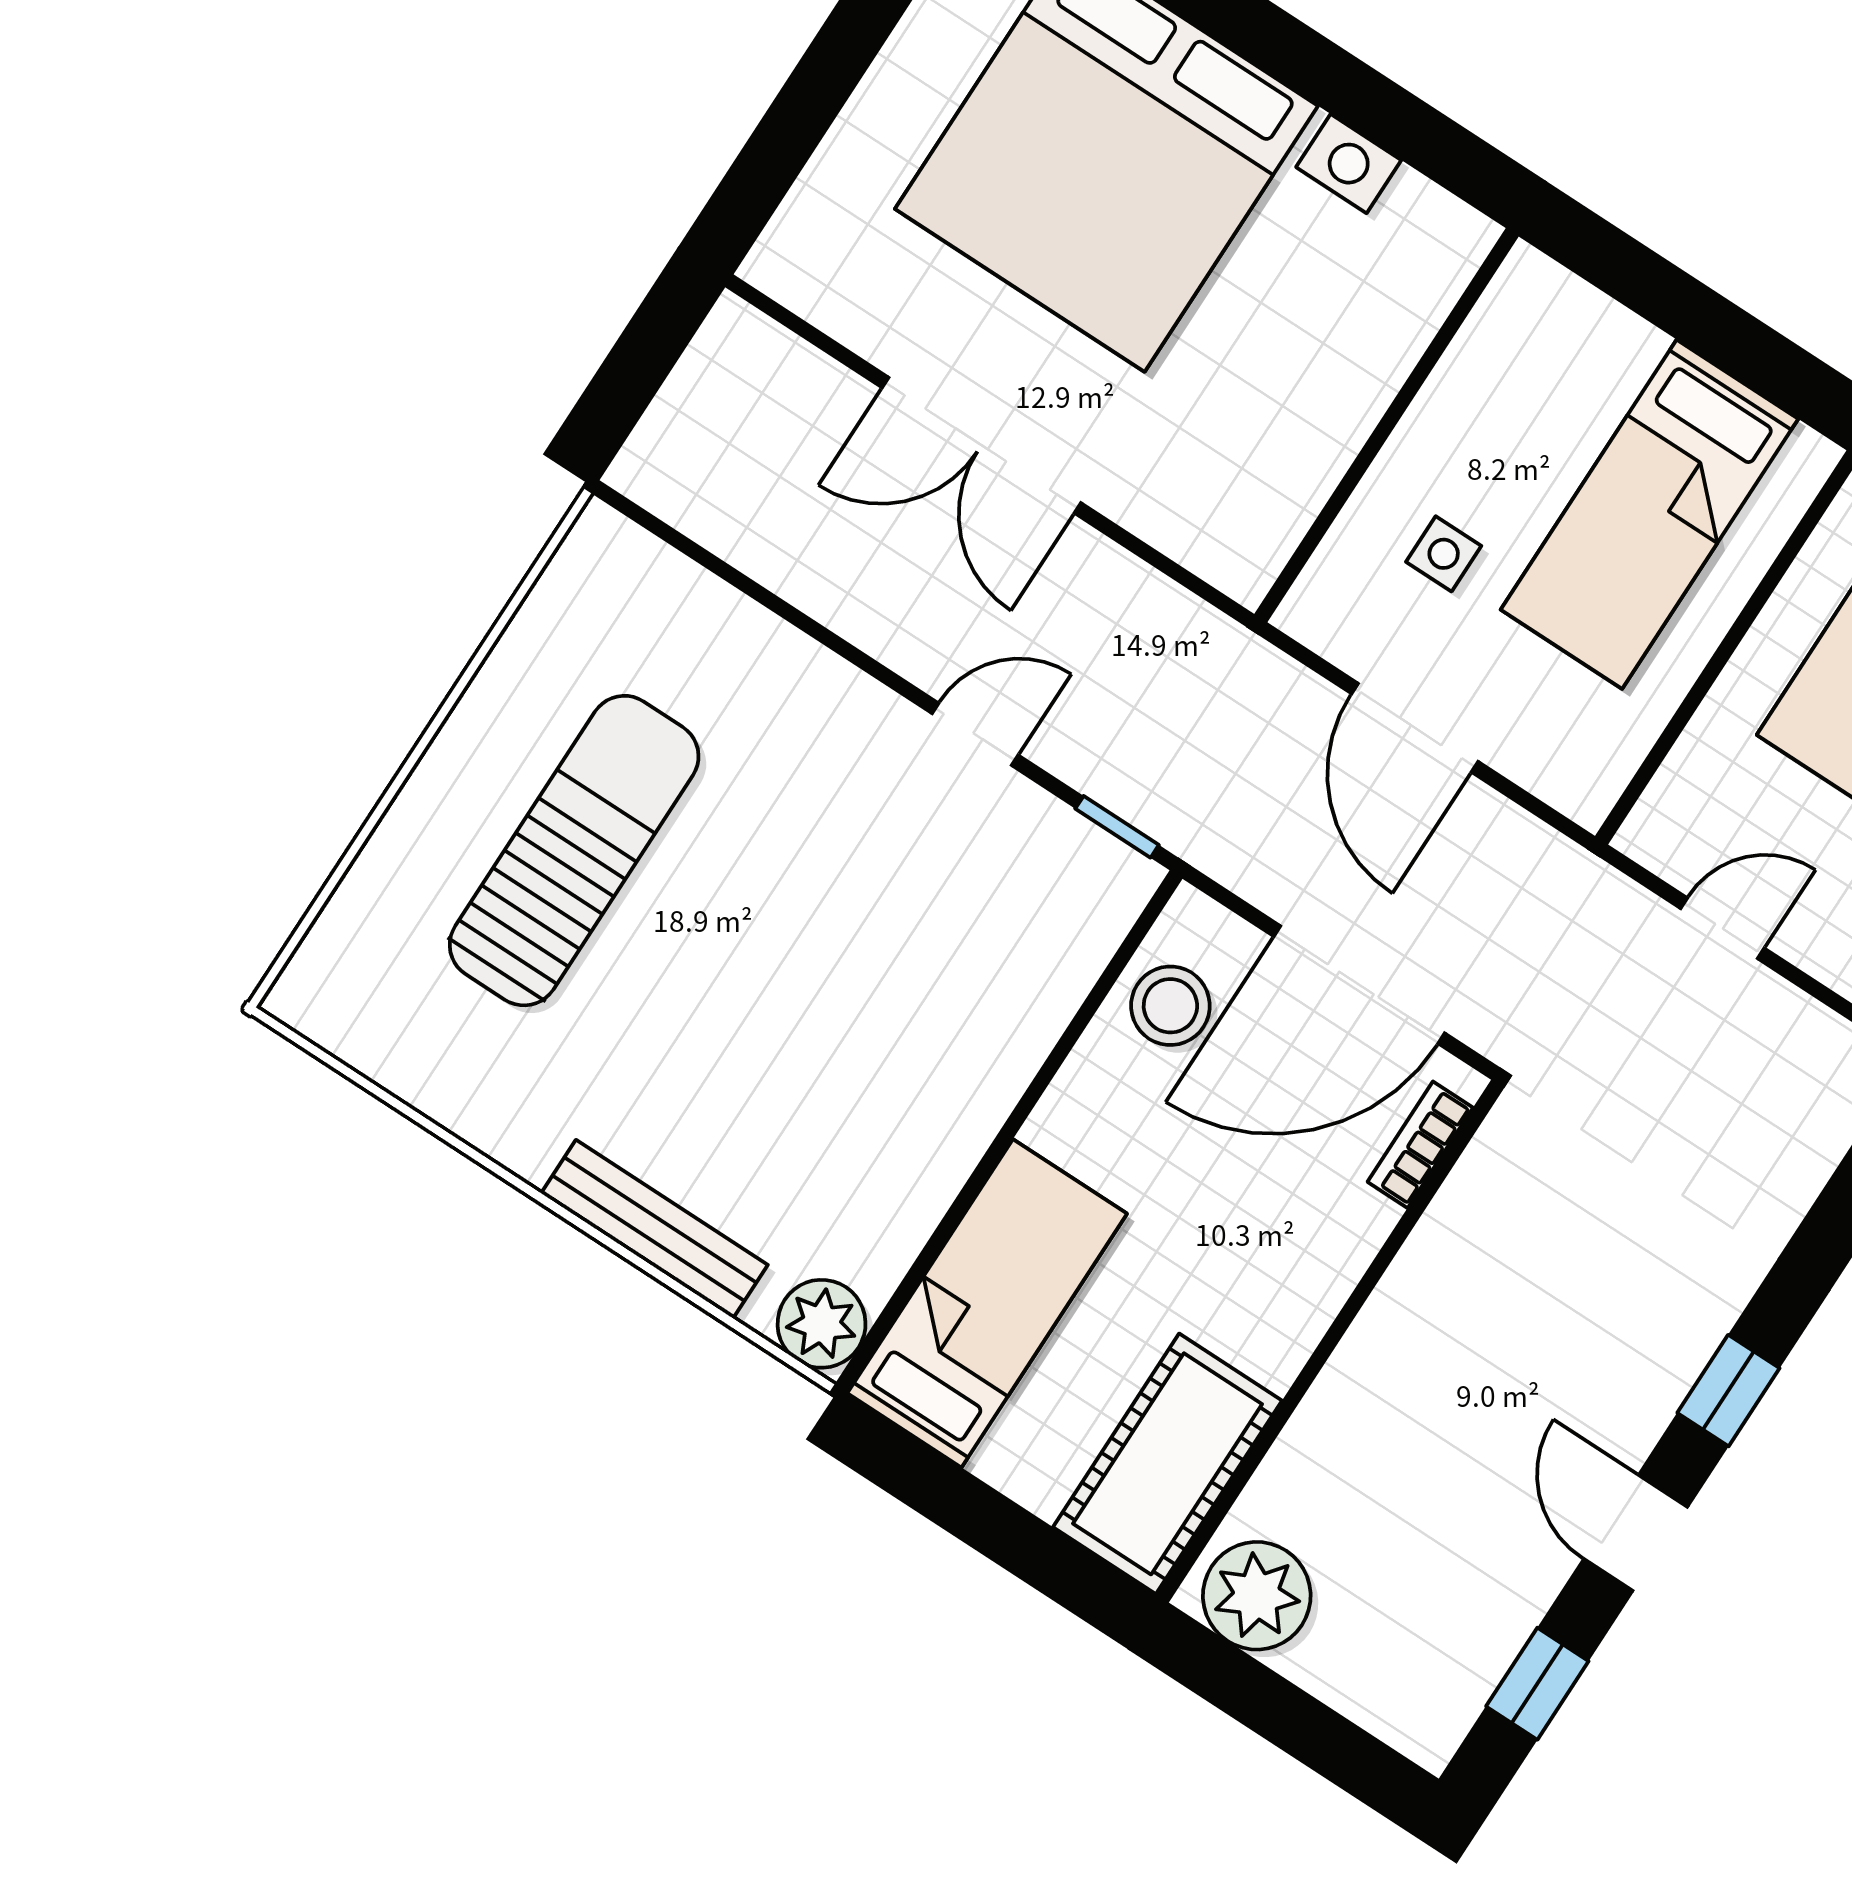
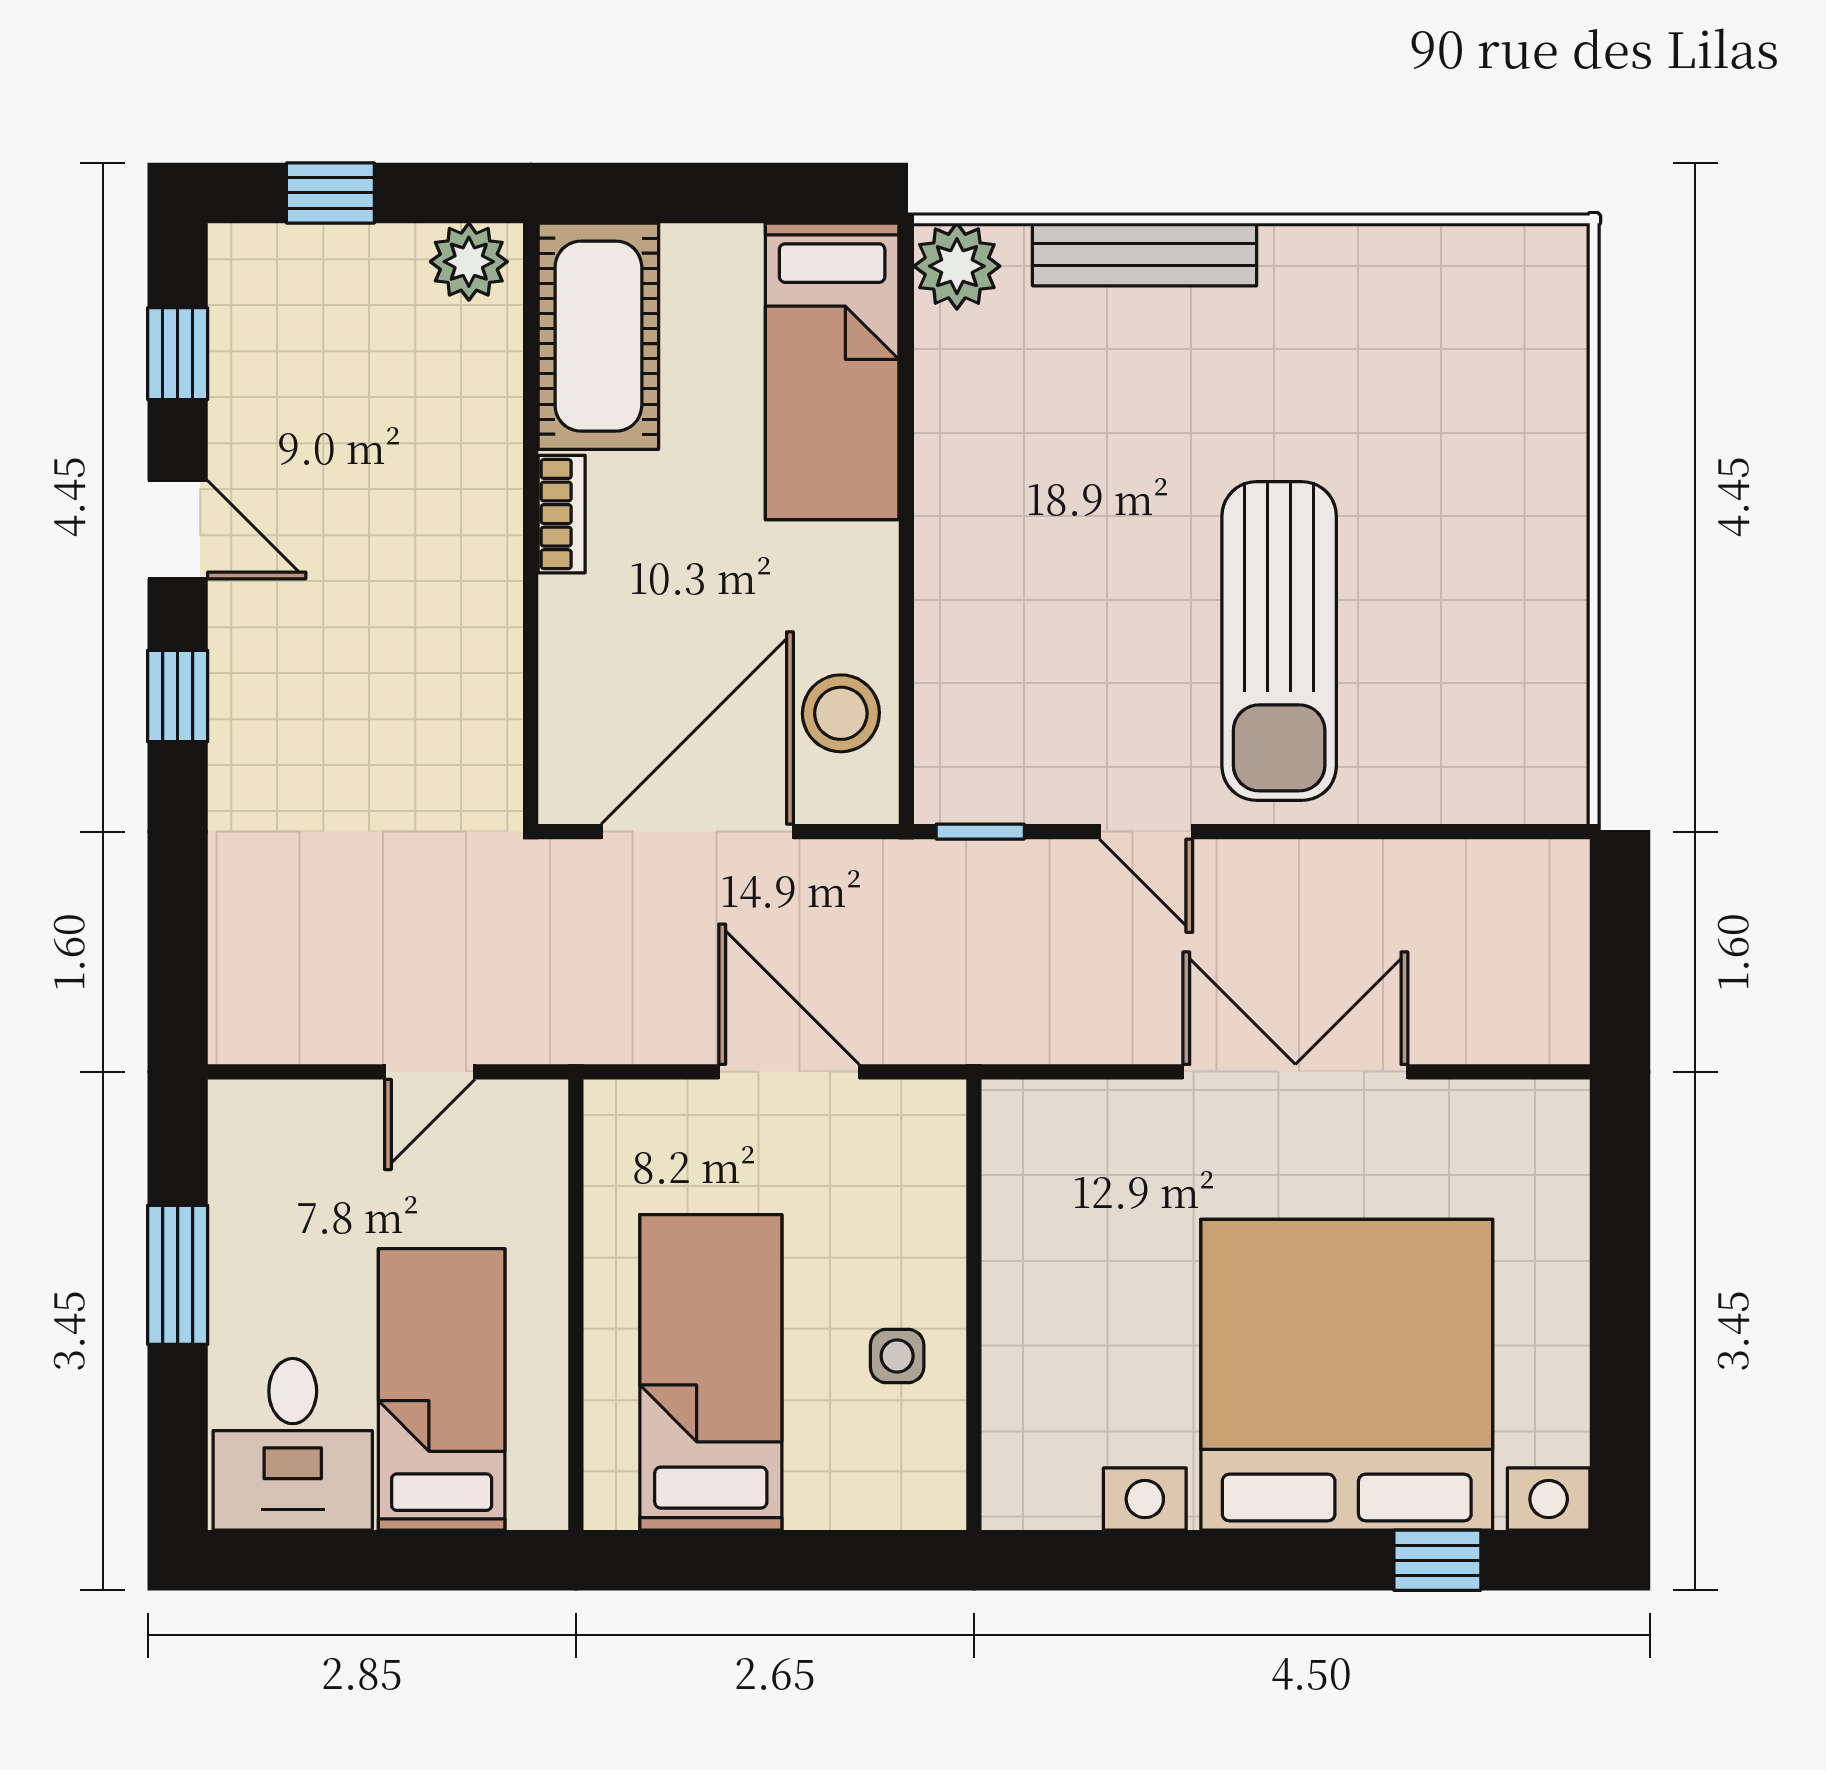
side table: (1444, 554) -> (897, 1356), moved
door: (975, 734) -> (1146, 832), hinge flipped
sun lounger: (574, 851) -> (1279, 641), moved
bookcase: (1420, 1145) -> (562, 514), moved
plant: (1257, 1596) -> (469, 262), width x0.73, depth x0.73
window: (1317, 1736) -> (330, 193), added

